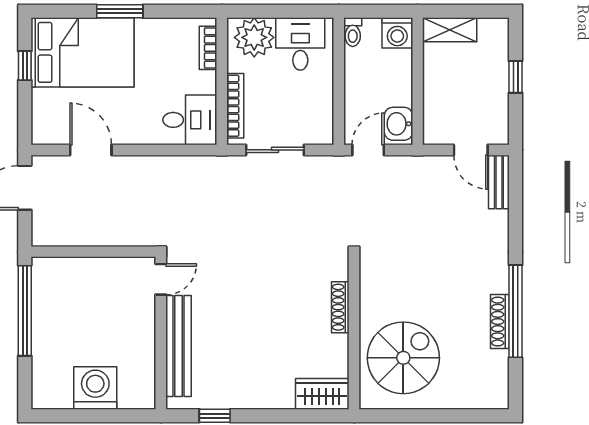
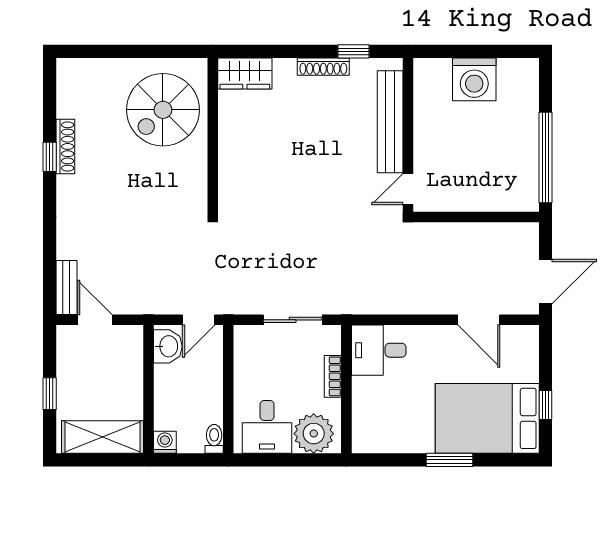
shelving: (450, 30) -> (102, 437), width x1.50, depth x1.33
washing machine: (397, 33) -> (165, 442), width x0.73, depth x0.73
bookcase: (208, 48) -> (360, 423), removed
bookcase: (235, 106) -> (333, 376), width x0.64
shoe rack: (340, 307) -> (323, 67), moved, turned 90
window: (516, 311) -> (50, 157), width x0.32

